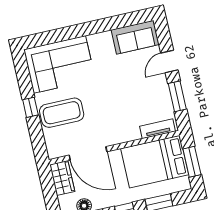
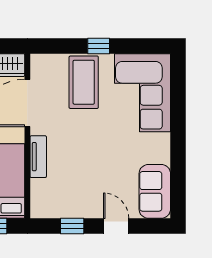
window: (177, 96) -> (72, 226), width x0.67
tv unit: (158, 129) -> (38, 157), moved

